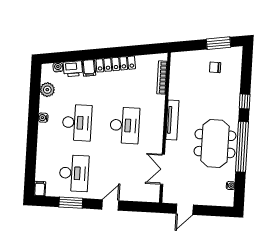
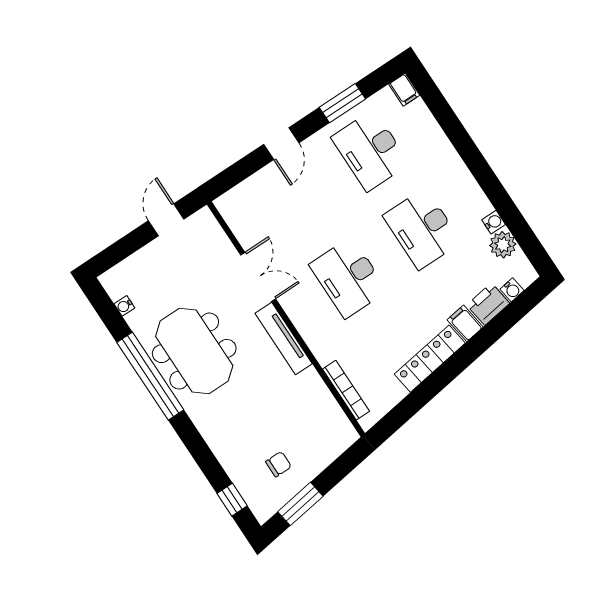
window: (245, 101) -> (232, 500), moved
water cooler: (43, 118) -> (494, 222), moved
double door: (163, 169) -> (258, 277), moved

